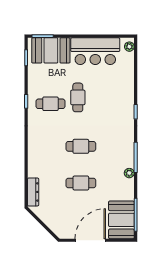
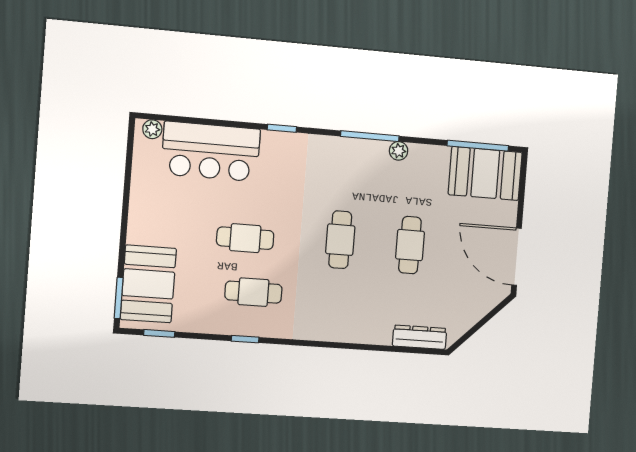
bar counter: (95, 51) -> (211, 152), moved, turned 90
cafe table: (50, 104) -> (253, 292), turned 90
door: (90, 240) -> (516, 257), moved

